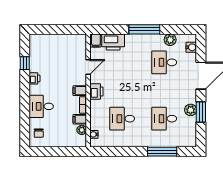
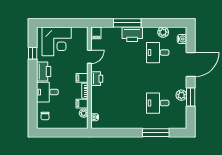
window: (144, 29) -> (127, 23), moved
printer: (113, 42) -> (132, 34), moved
corner desk: (52, 50) -> (57, 41), added
printer: (34, 78) -> (44, 71), width x1.87, depth x1.48
desk: (122, 119) -> (120, 103), removed

